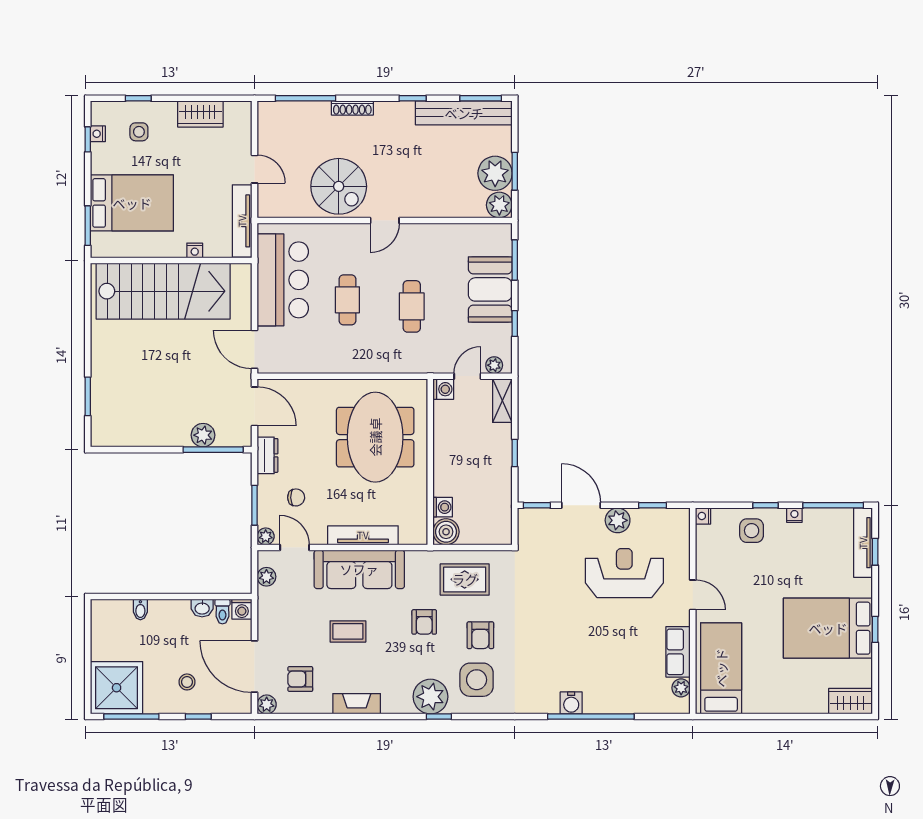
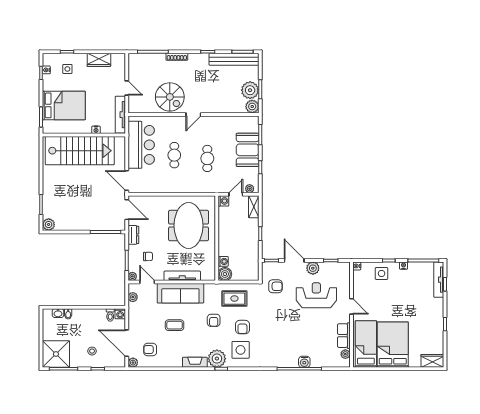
plant: (203, 435) -> (49, 225), moved
armchair: (545, 556) -> (275, 286), added
washbasin: (202, 608) -> (58, 313), moved
bed: (828, 628) -> (393, 345), moved, turned 90
water cooler: (571, 703) -> (304, 362), moved
fireplace: (357, 704) -> (195, 362), moved

